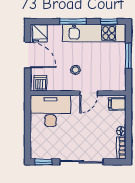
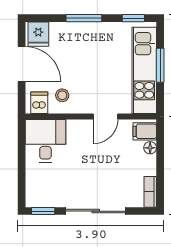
kitchen unit: (94, 33) -> (144, 70), moved, turned 90
stool: (76, 70) -> (62, 95), moved
desk: (50, 111) -> (45, 141), width x0.73
floor lamp: (121, 131) -> (150, 148), moved

